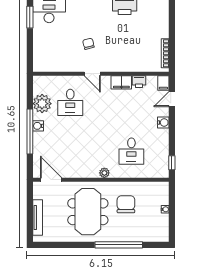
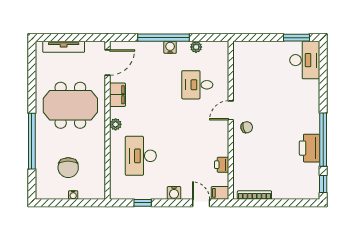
chair: (88, 44) -> (247, 127), moved
filing cabinet: (121, 82) -> (117, 95), moved, turned 180
plant: (42, 104) -> (196, 47), width x0.53, depth x0.53
desk: (131, 151) -> (141, 156), width x1.37
window: (172, 163) -> (143, 203), moved
chair: (126, 204) -> (68, 168), moved, turned 90

